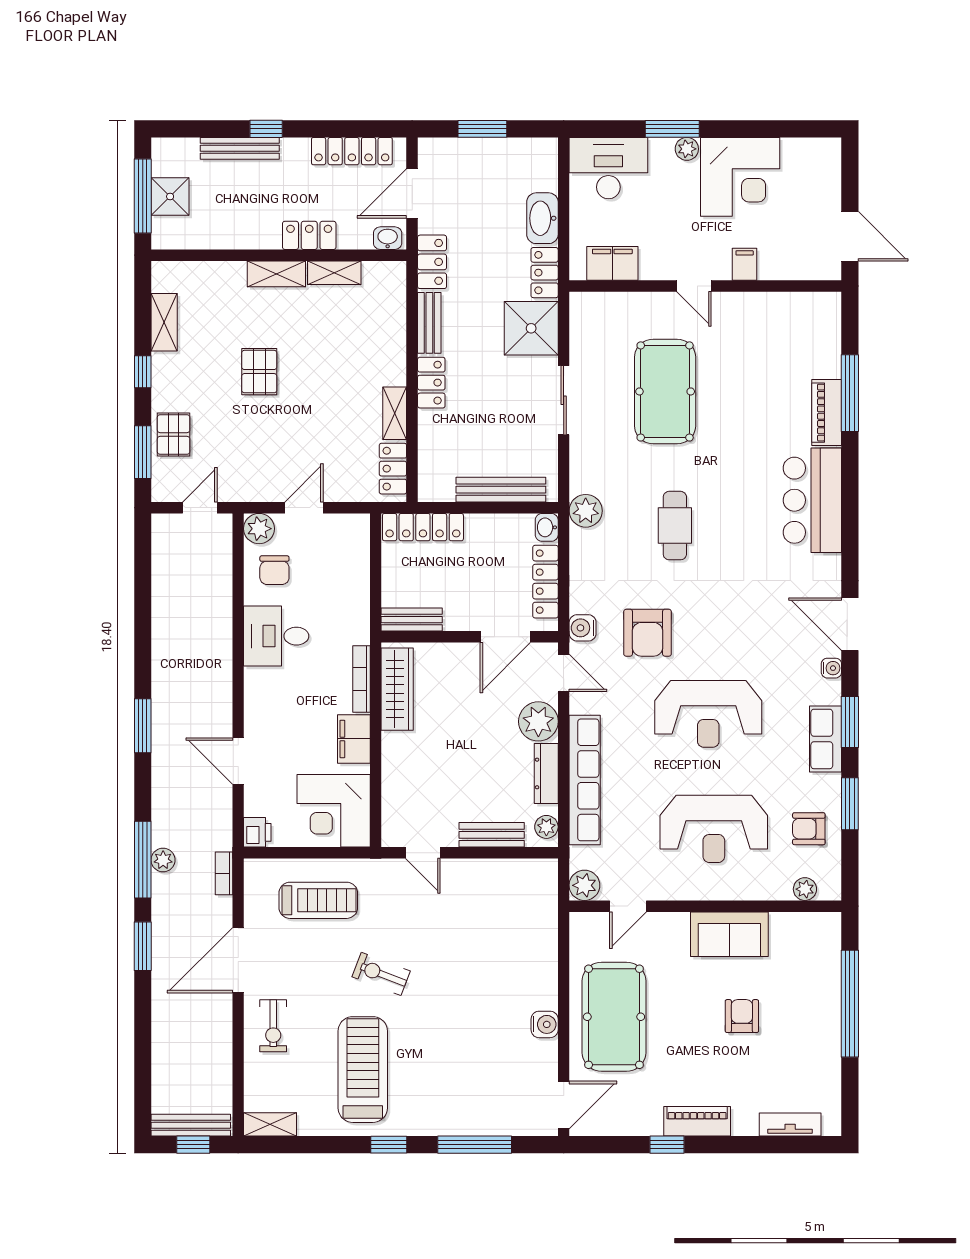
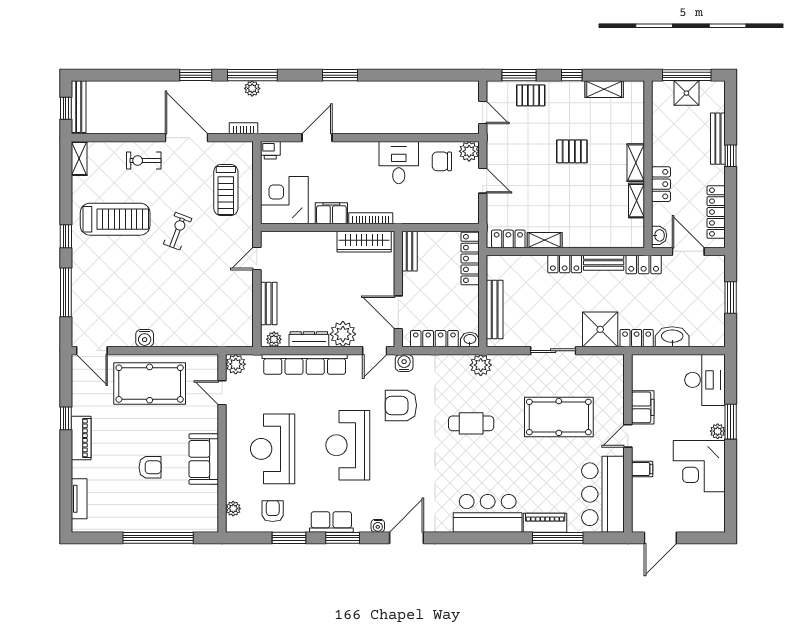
filing cabinet: (612, 263) -> (643, 407), moved
bar counter: (783, 324) -> (603, 494), added

